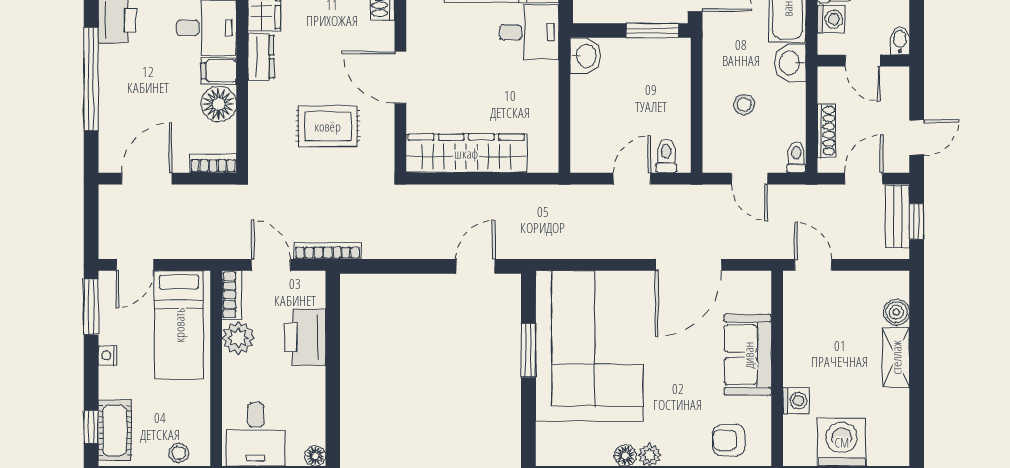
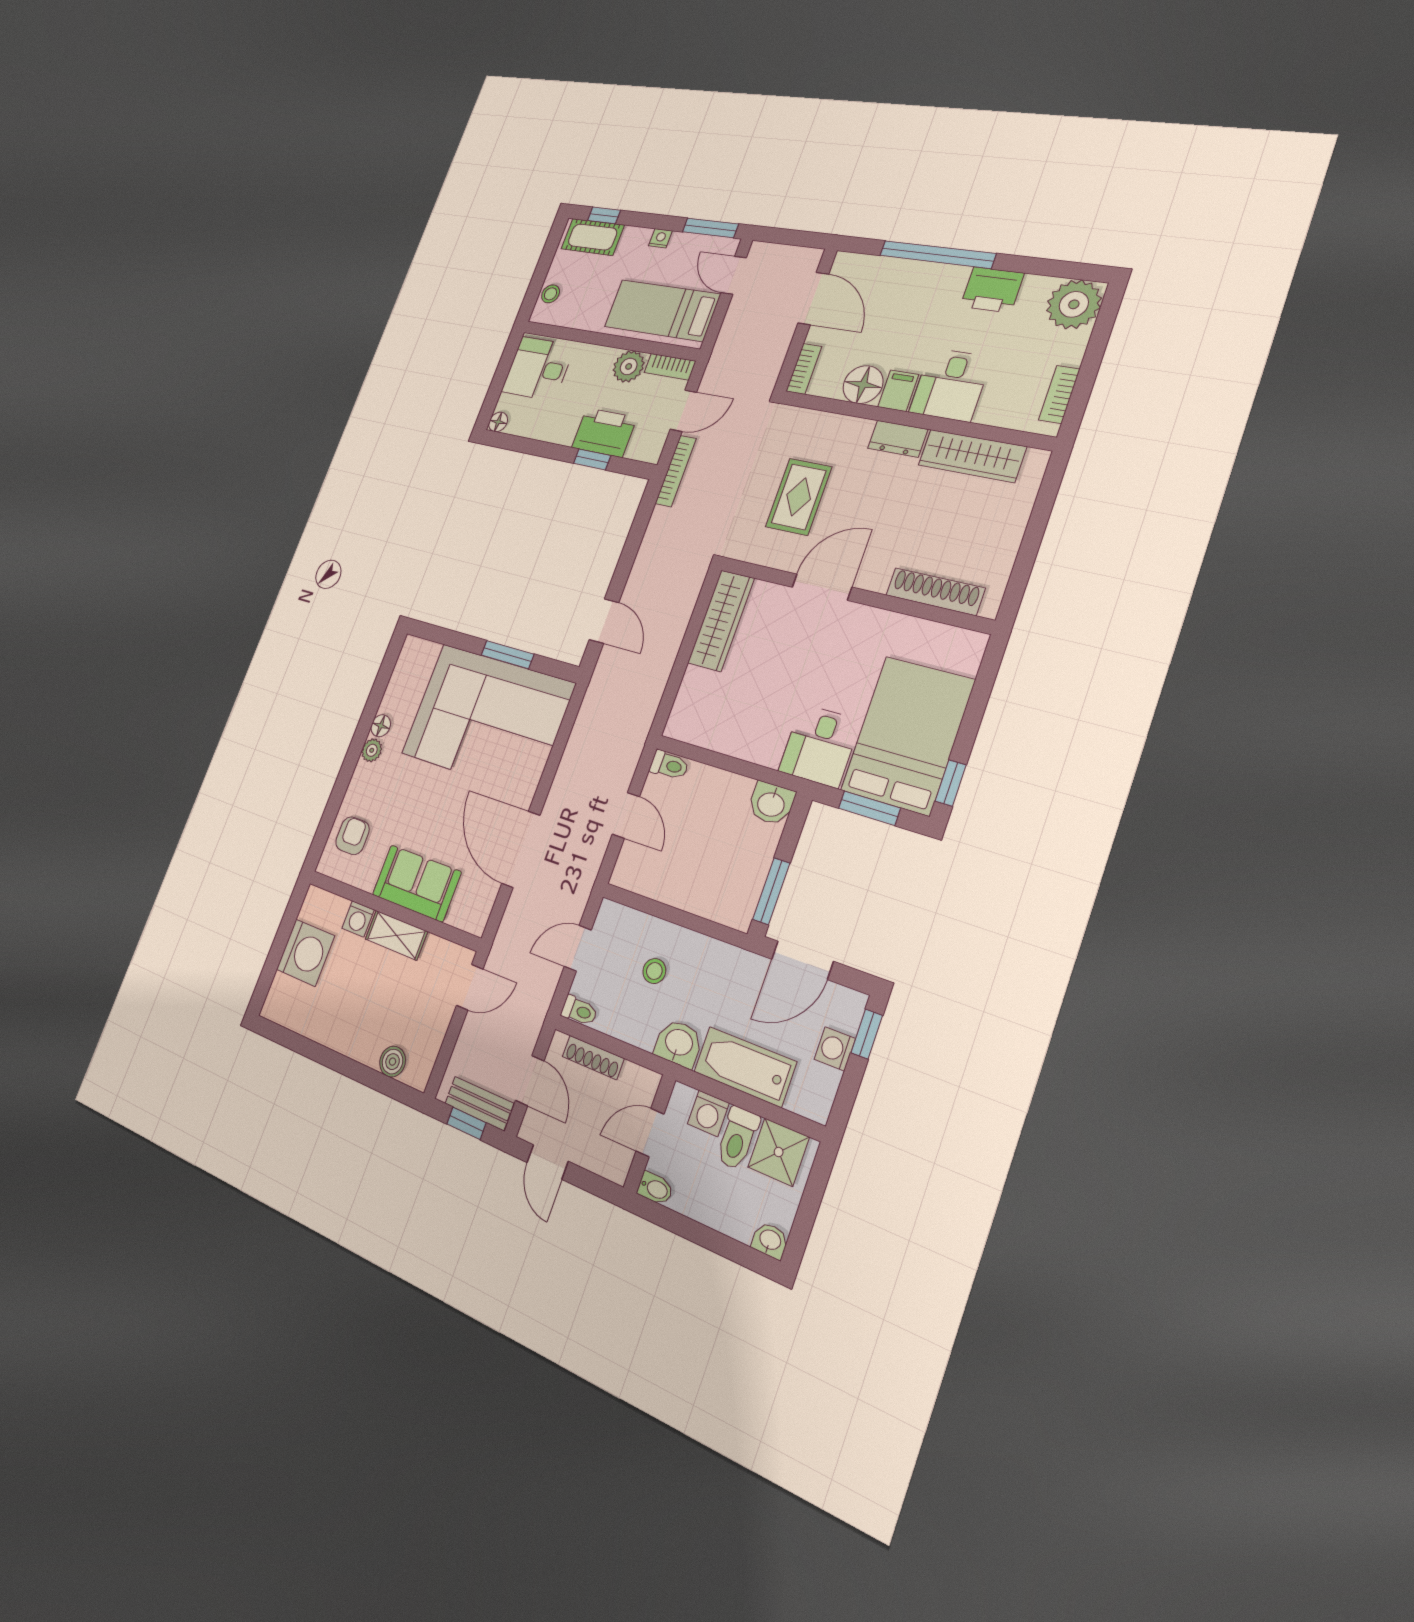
wardrobe: (466, 153) -> (721, 621), width x0.71, depth x0.85
toilet: (666, 156) -> (669, 765), moved
window: (333, 339) -> (592, 459), added
shelving: (896, 357) -> (396, 935), moved

